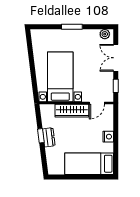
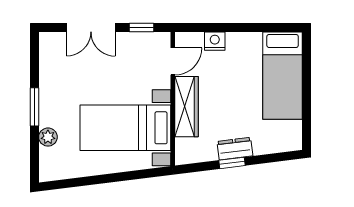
plant: (105, 34) -> (48, 137), moved
door: (97, 103) -> (173, 61), hinge flipped
nightstand: (108, 137) -> (215, 41), moved

